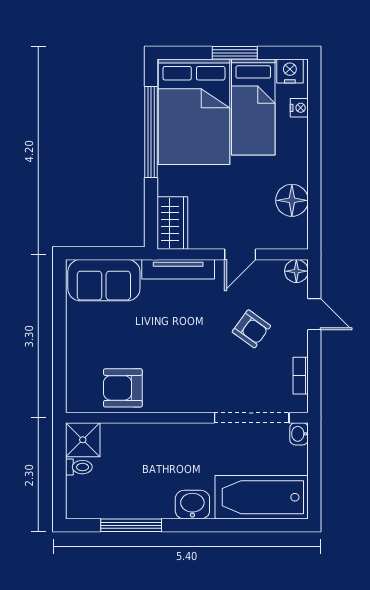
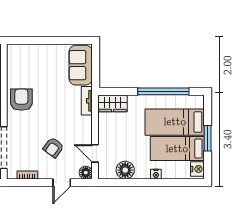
nightstand: (299, 108) -> (156, 174), moved
bed: (194, 112) -> (175, 122), width x0.67
door: (240, 254) -> (95, 153), moved
tv unit: (178, 269) -> (87, 101), width x0.71
armchair: (123, 388) -> (21, 100), moved

